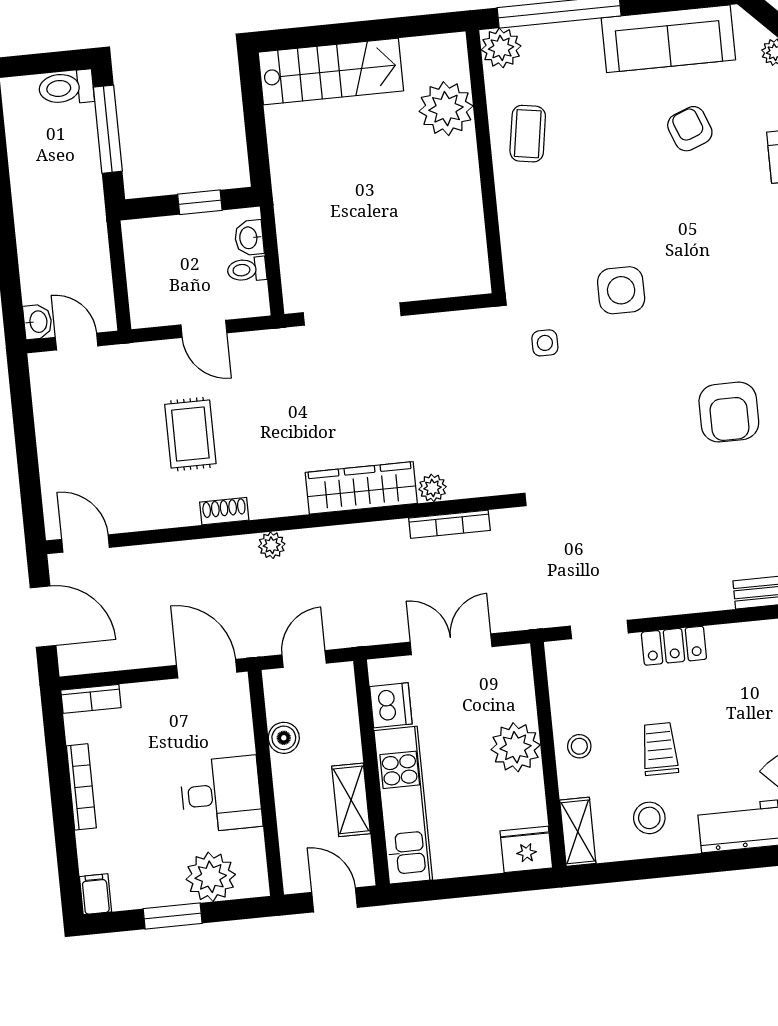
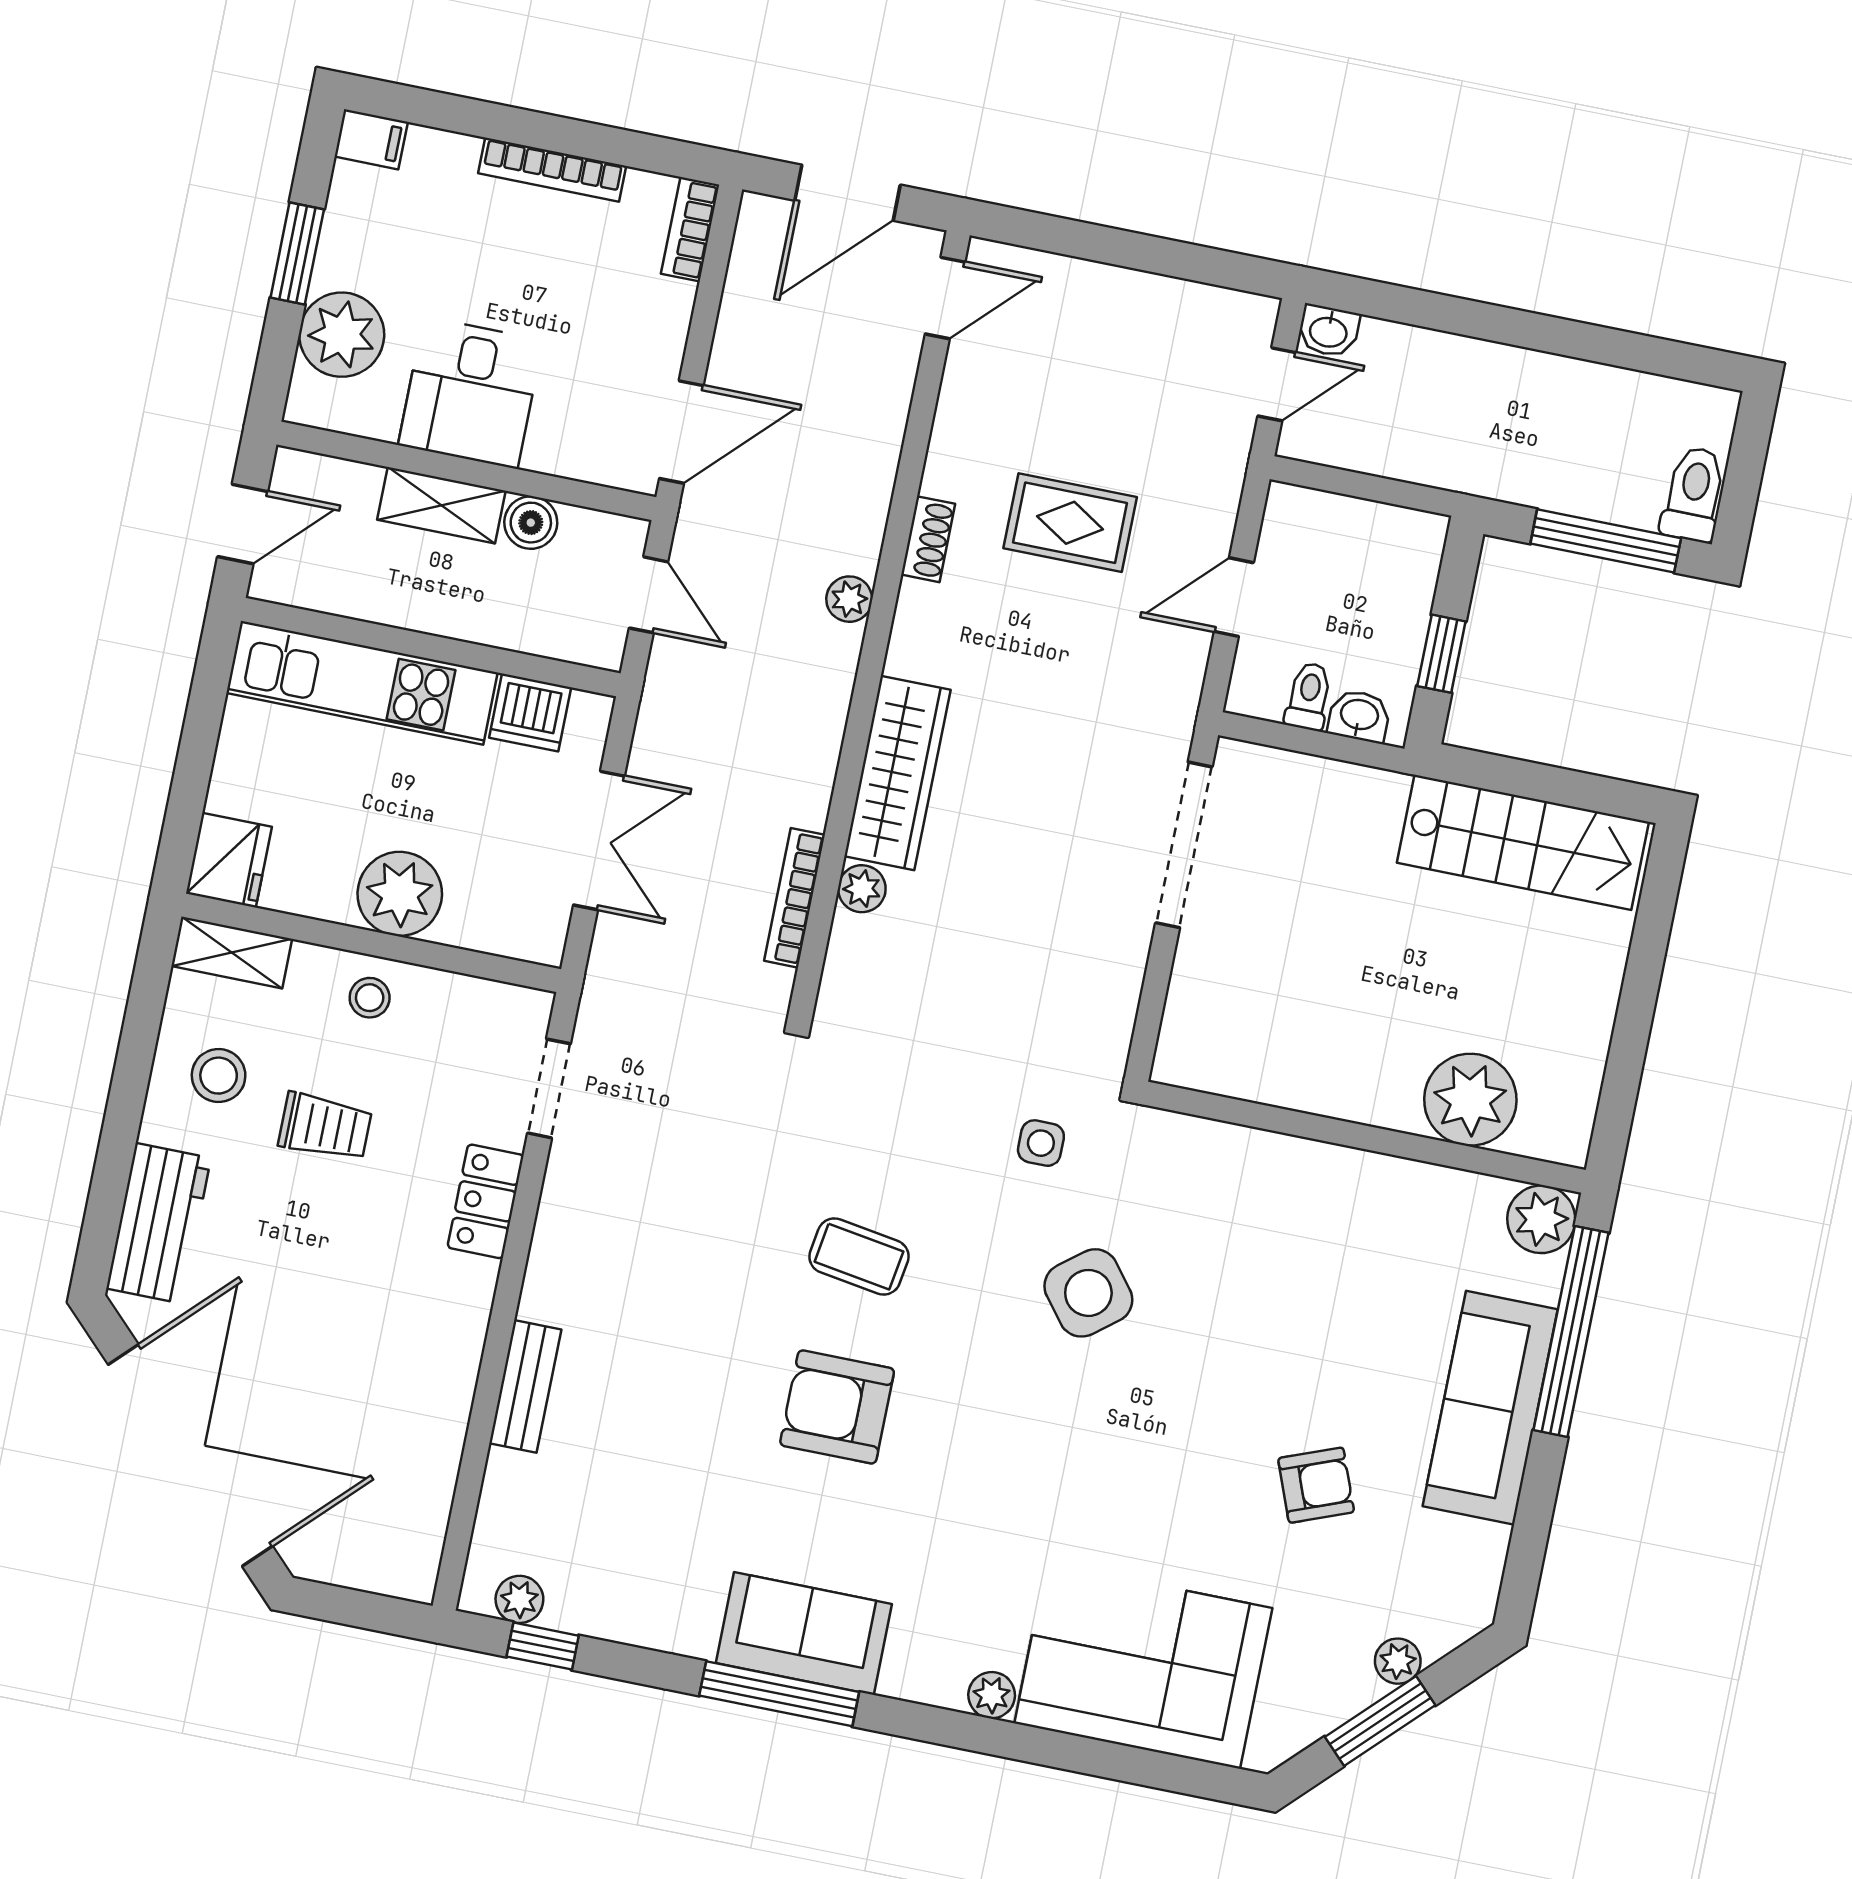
sofa: (668, 39) -> (1490, 1408), moved
stairs: (331, 72) -> (1523, 842), moved, turned -90
coffee table: (528, 134) -> (859, 1257), moved
side table: (621, 290) -> (1088, 1293), turned -38
shelving: (351, 800) -> (441, 505), moved

